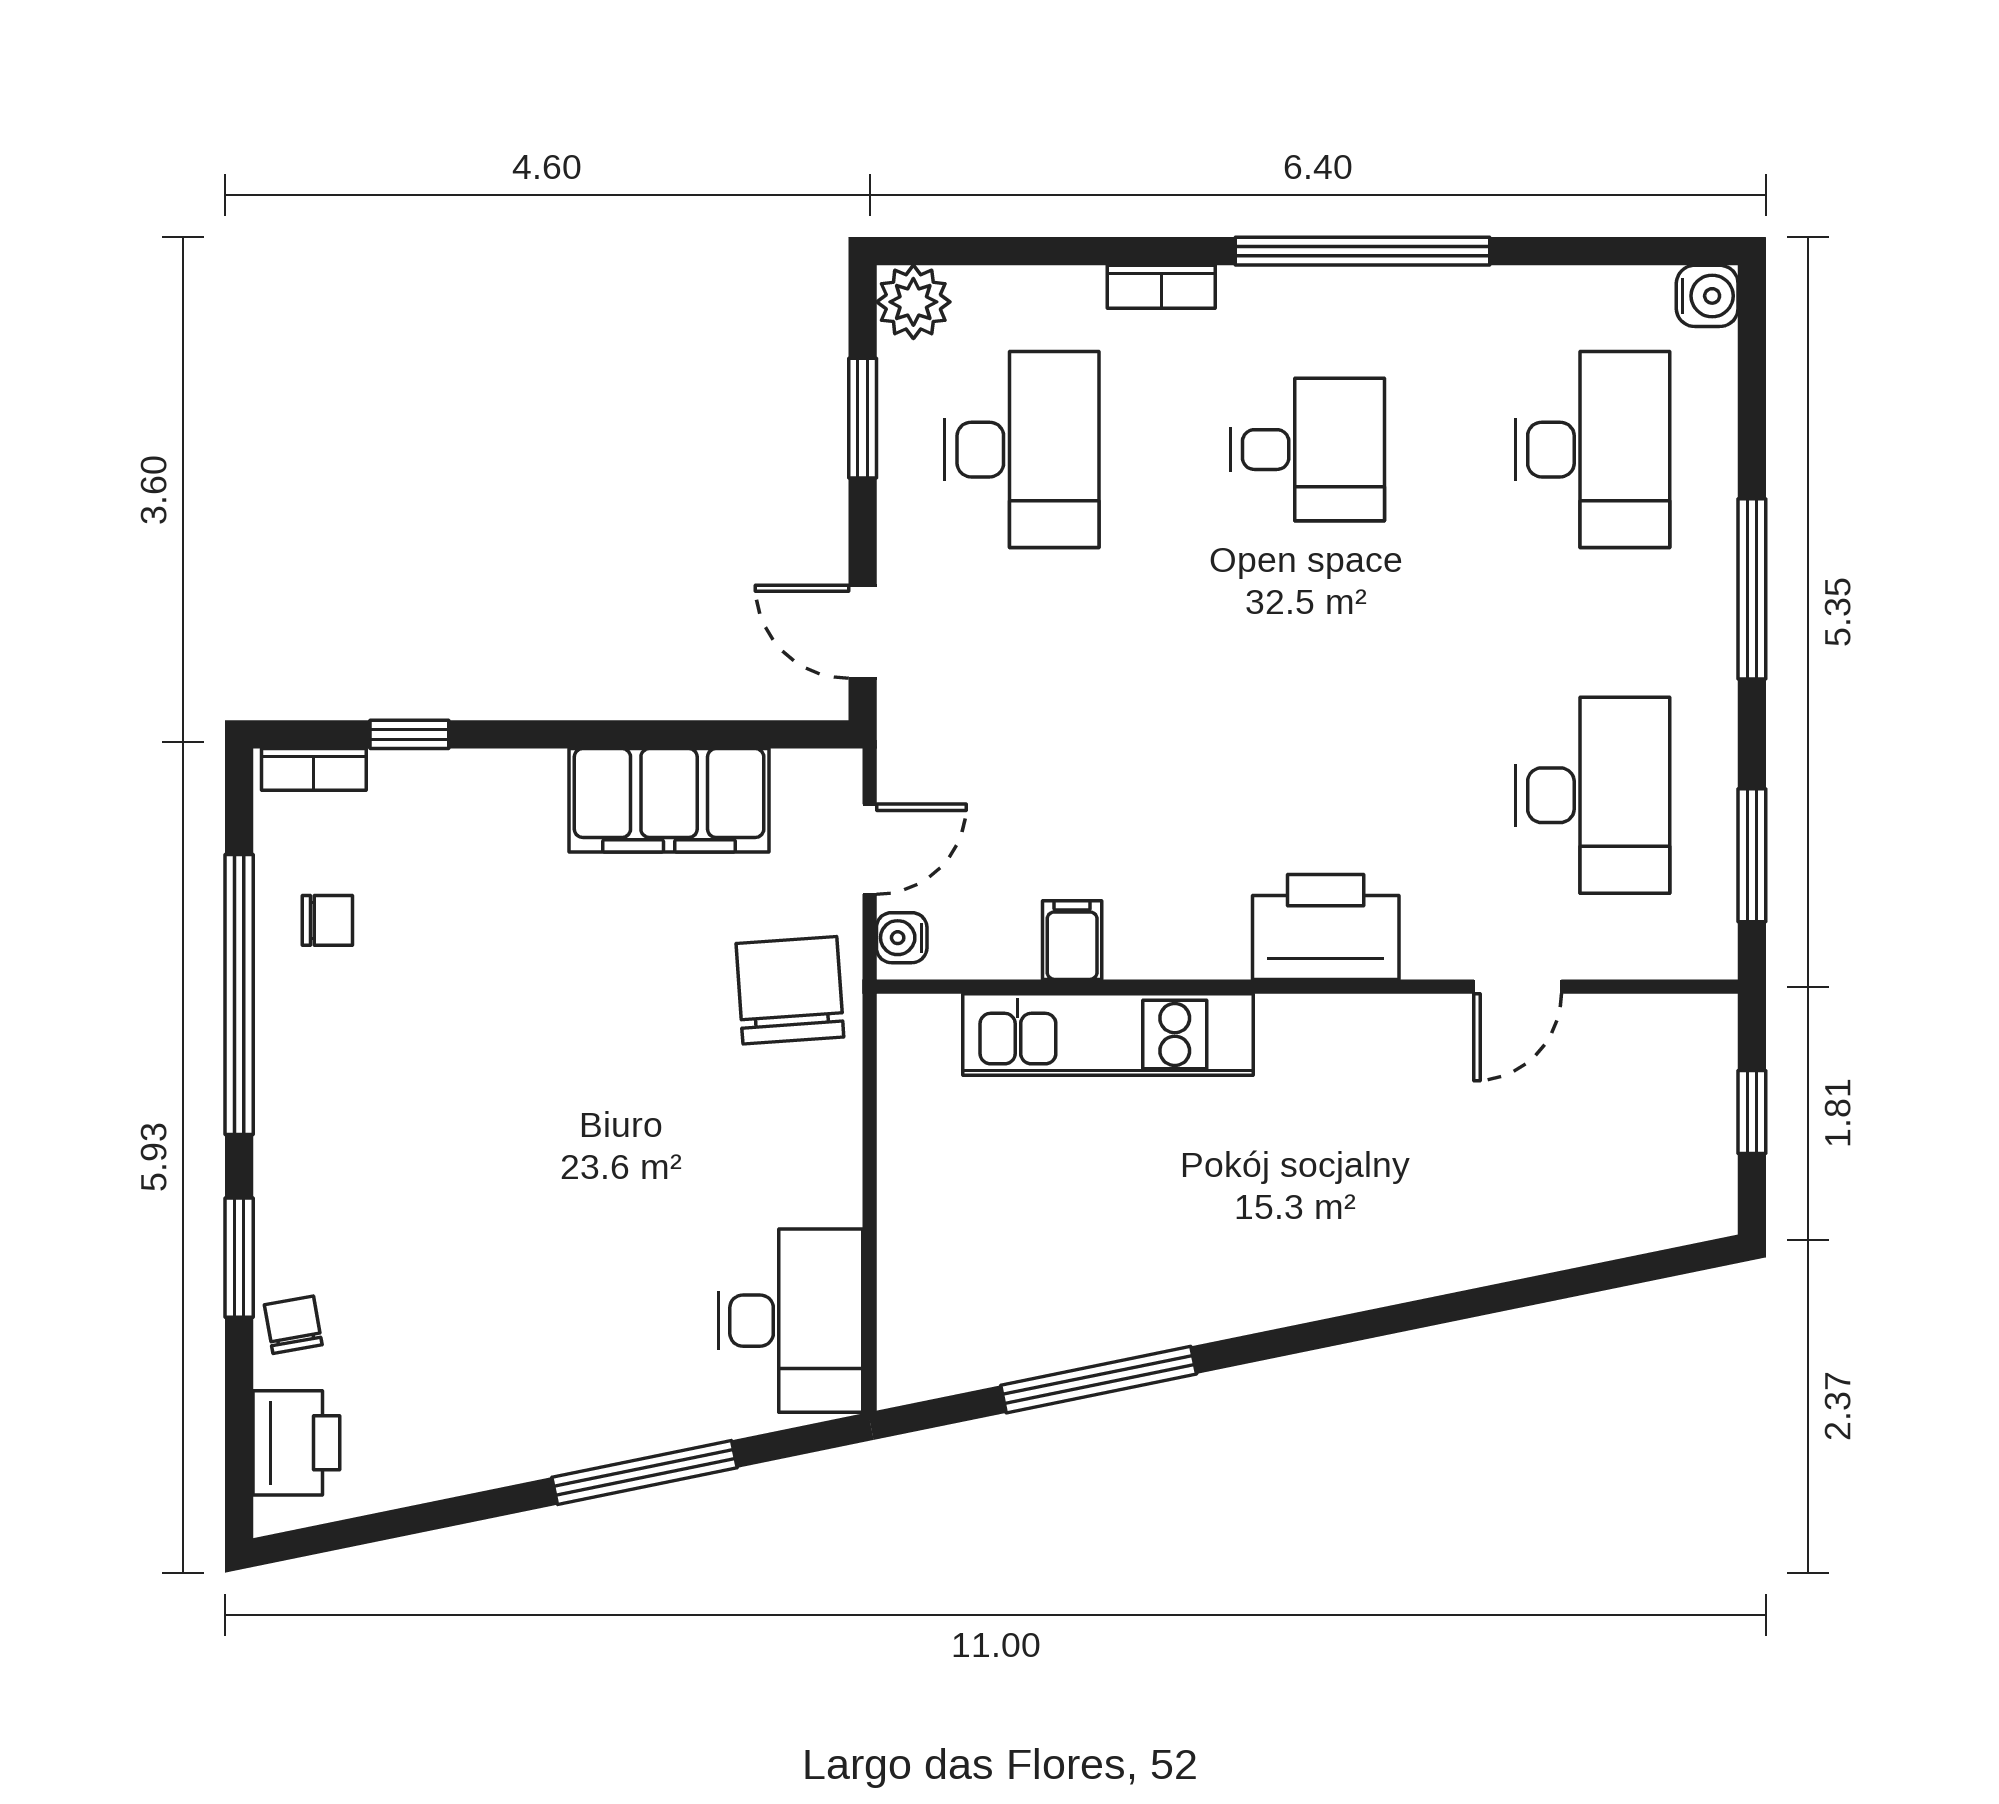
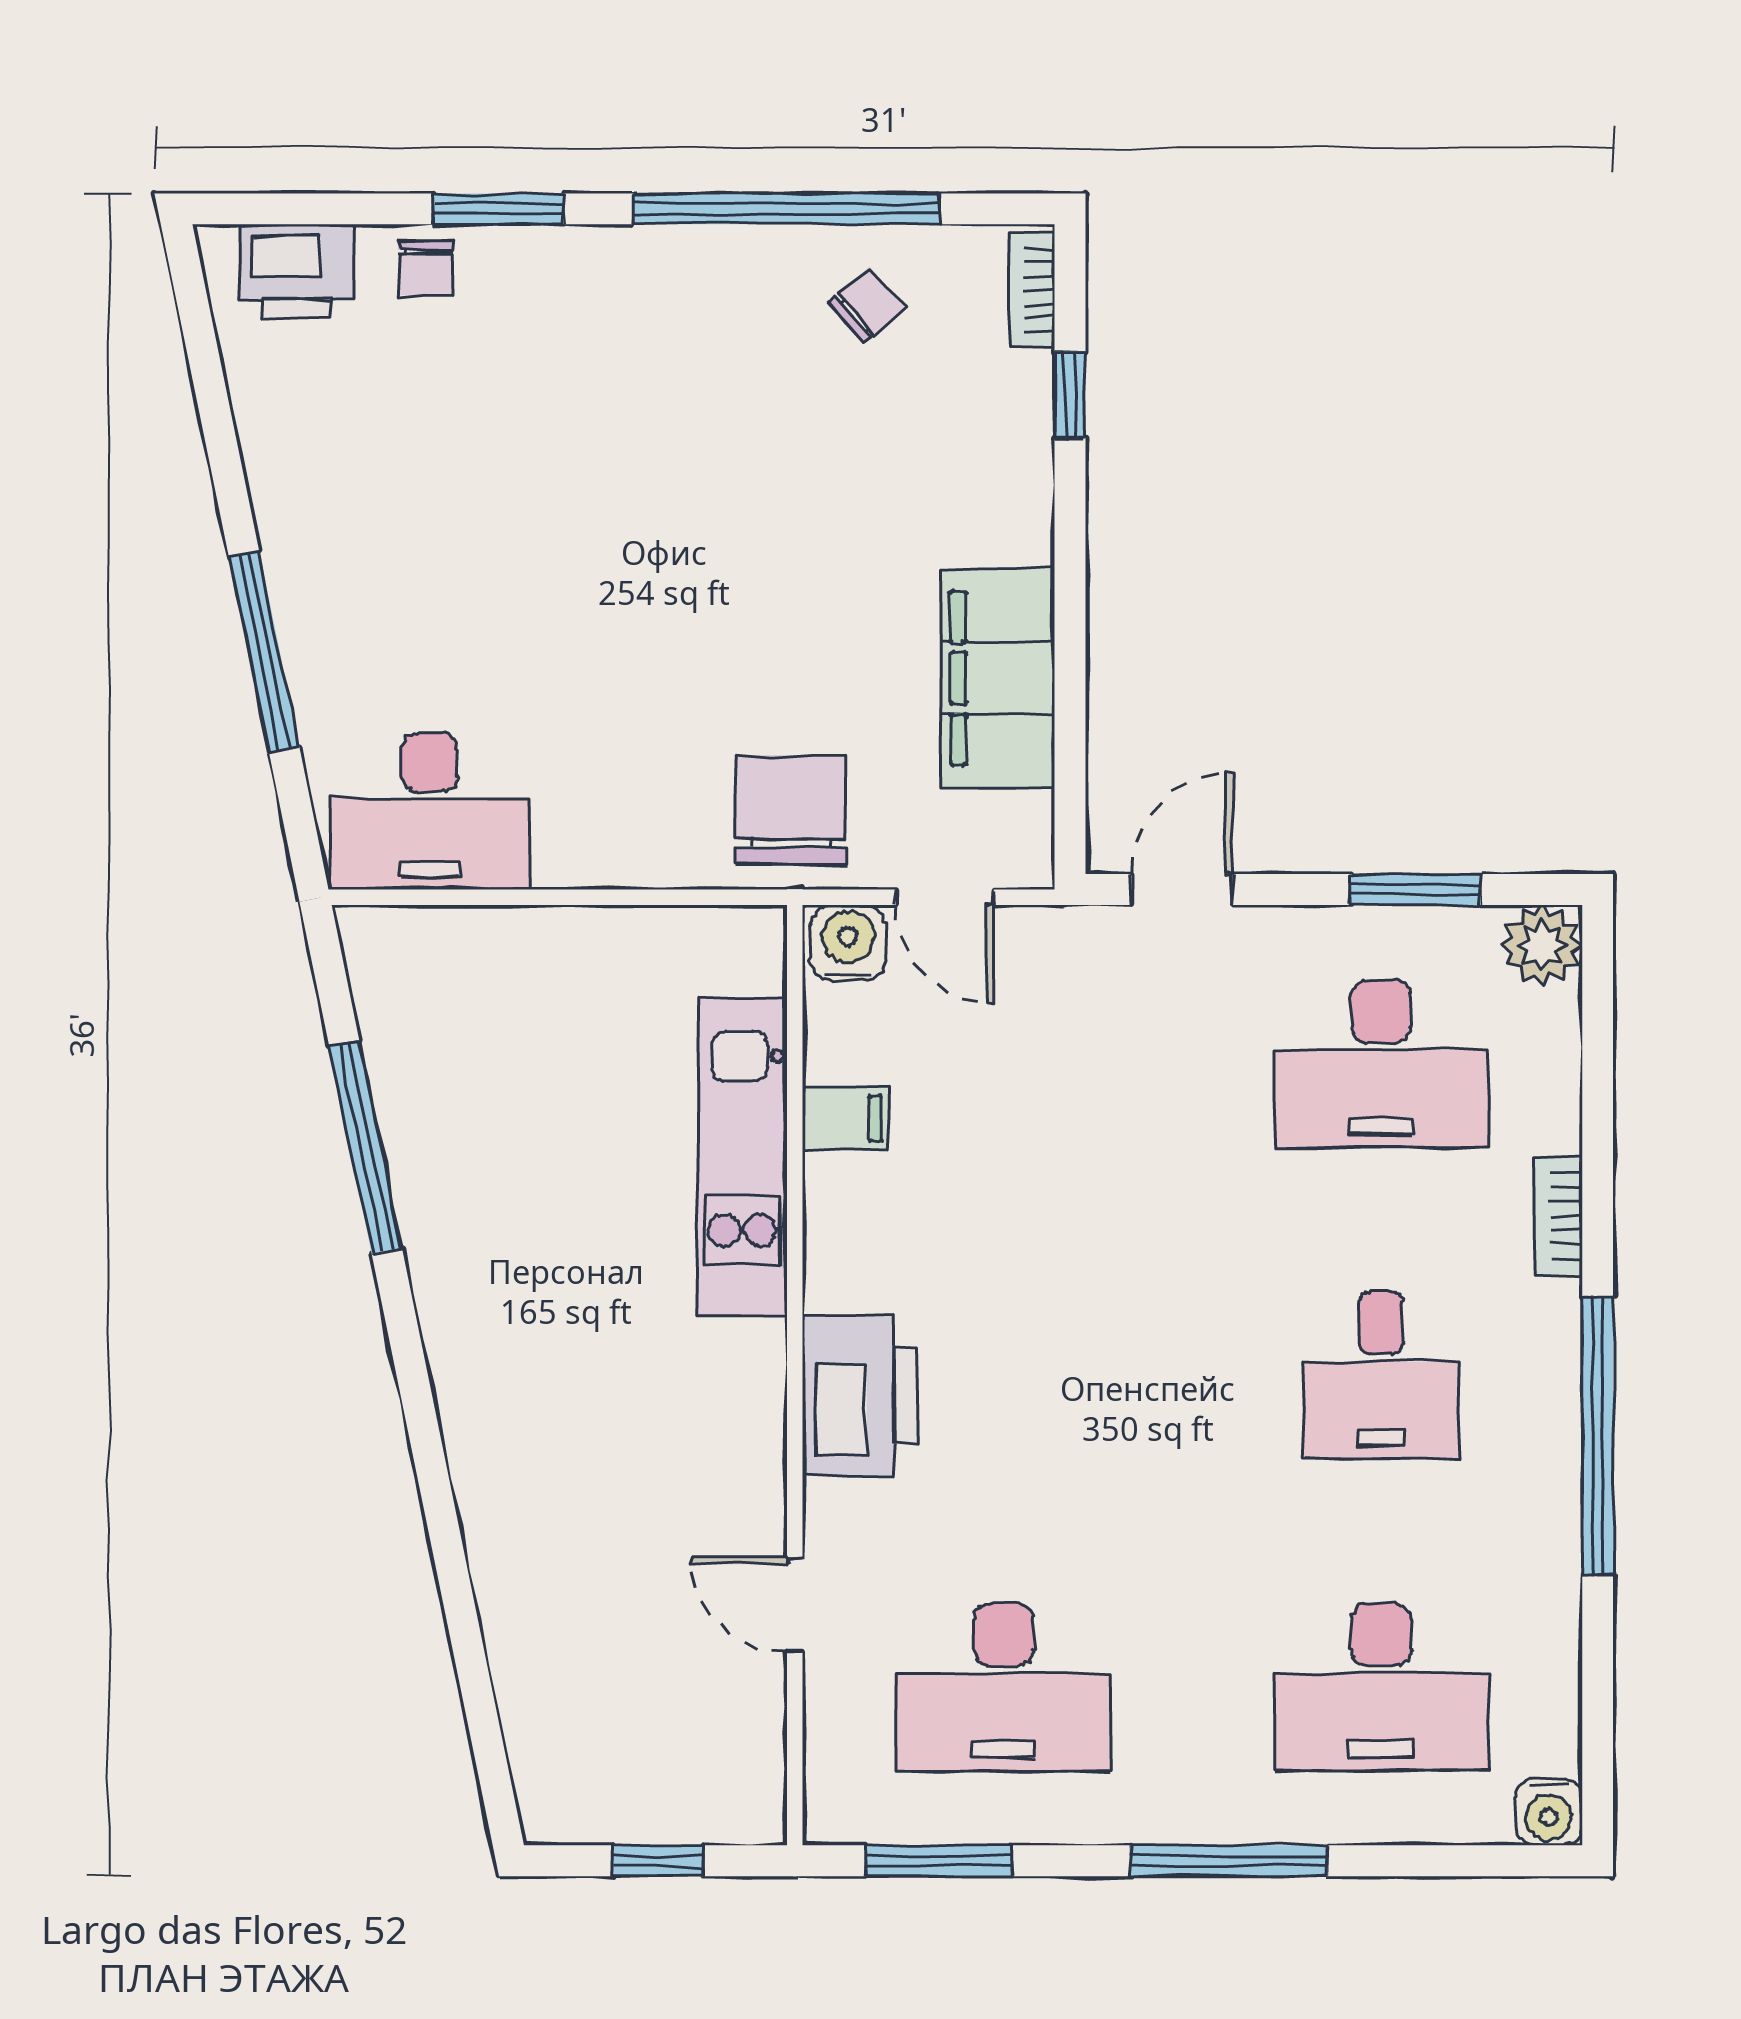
chair: (327, 920) -> (867, 305), turned -131
water cooler: (902, 938) -> (848, 943), width x1.38, depth x1.38
chair: (790, 990) -> (791, 810), turned -86
chair: (293, 1325) -> (425, 268), turned 100

